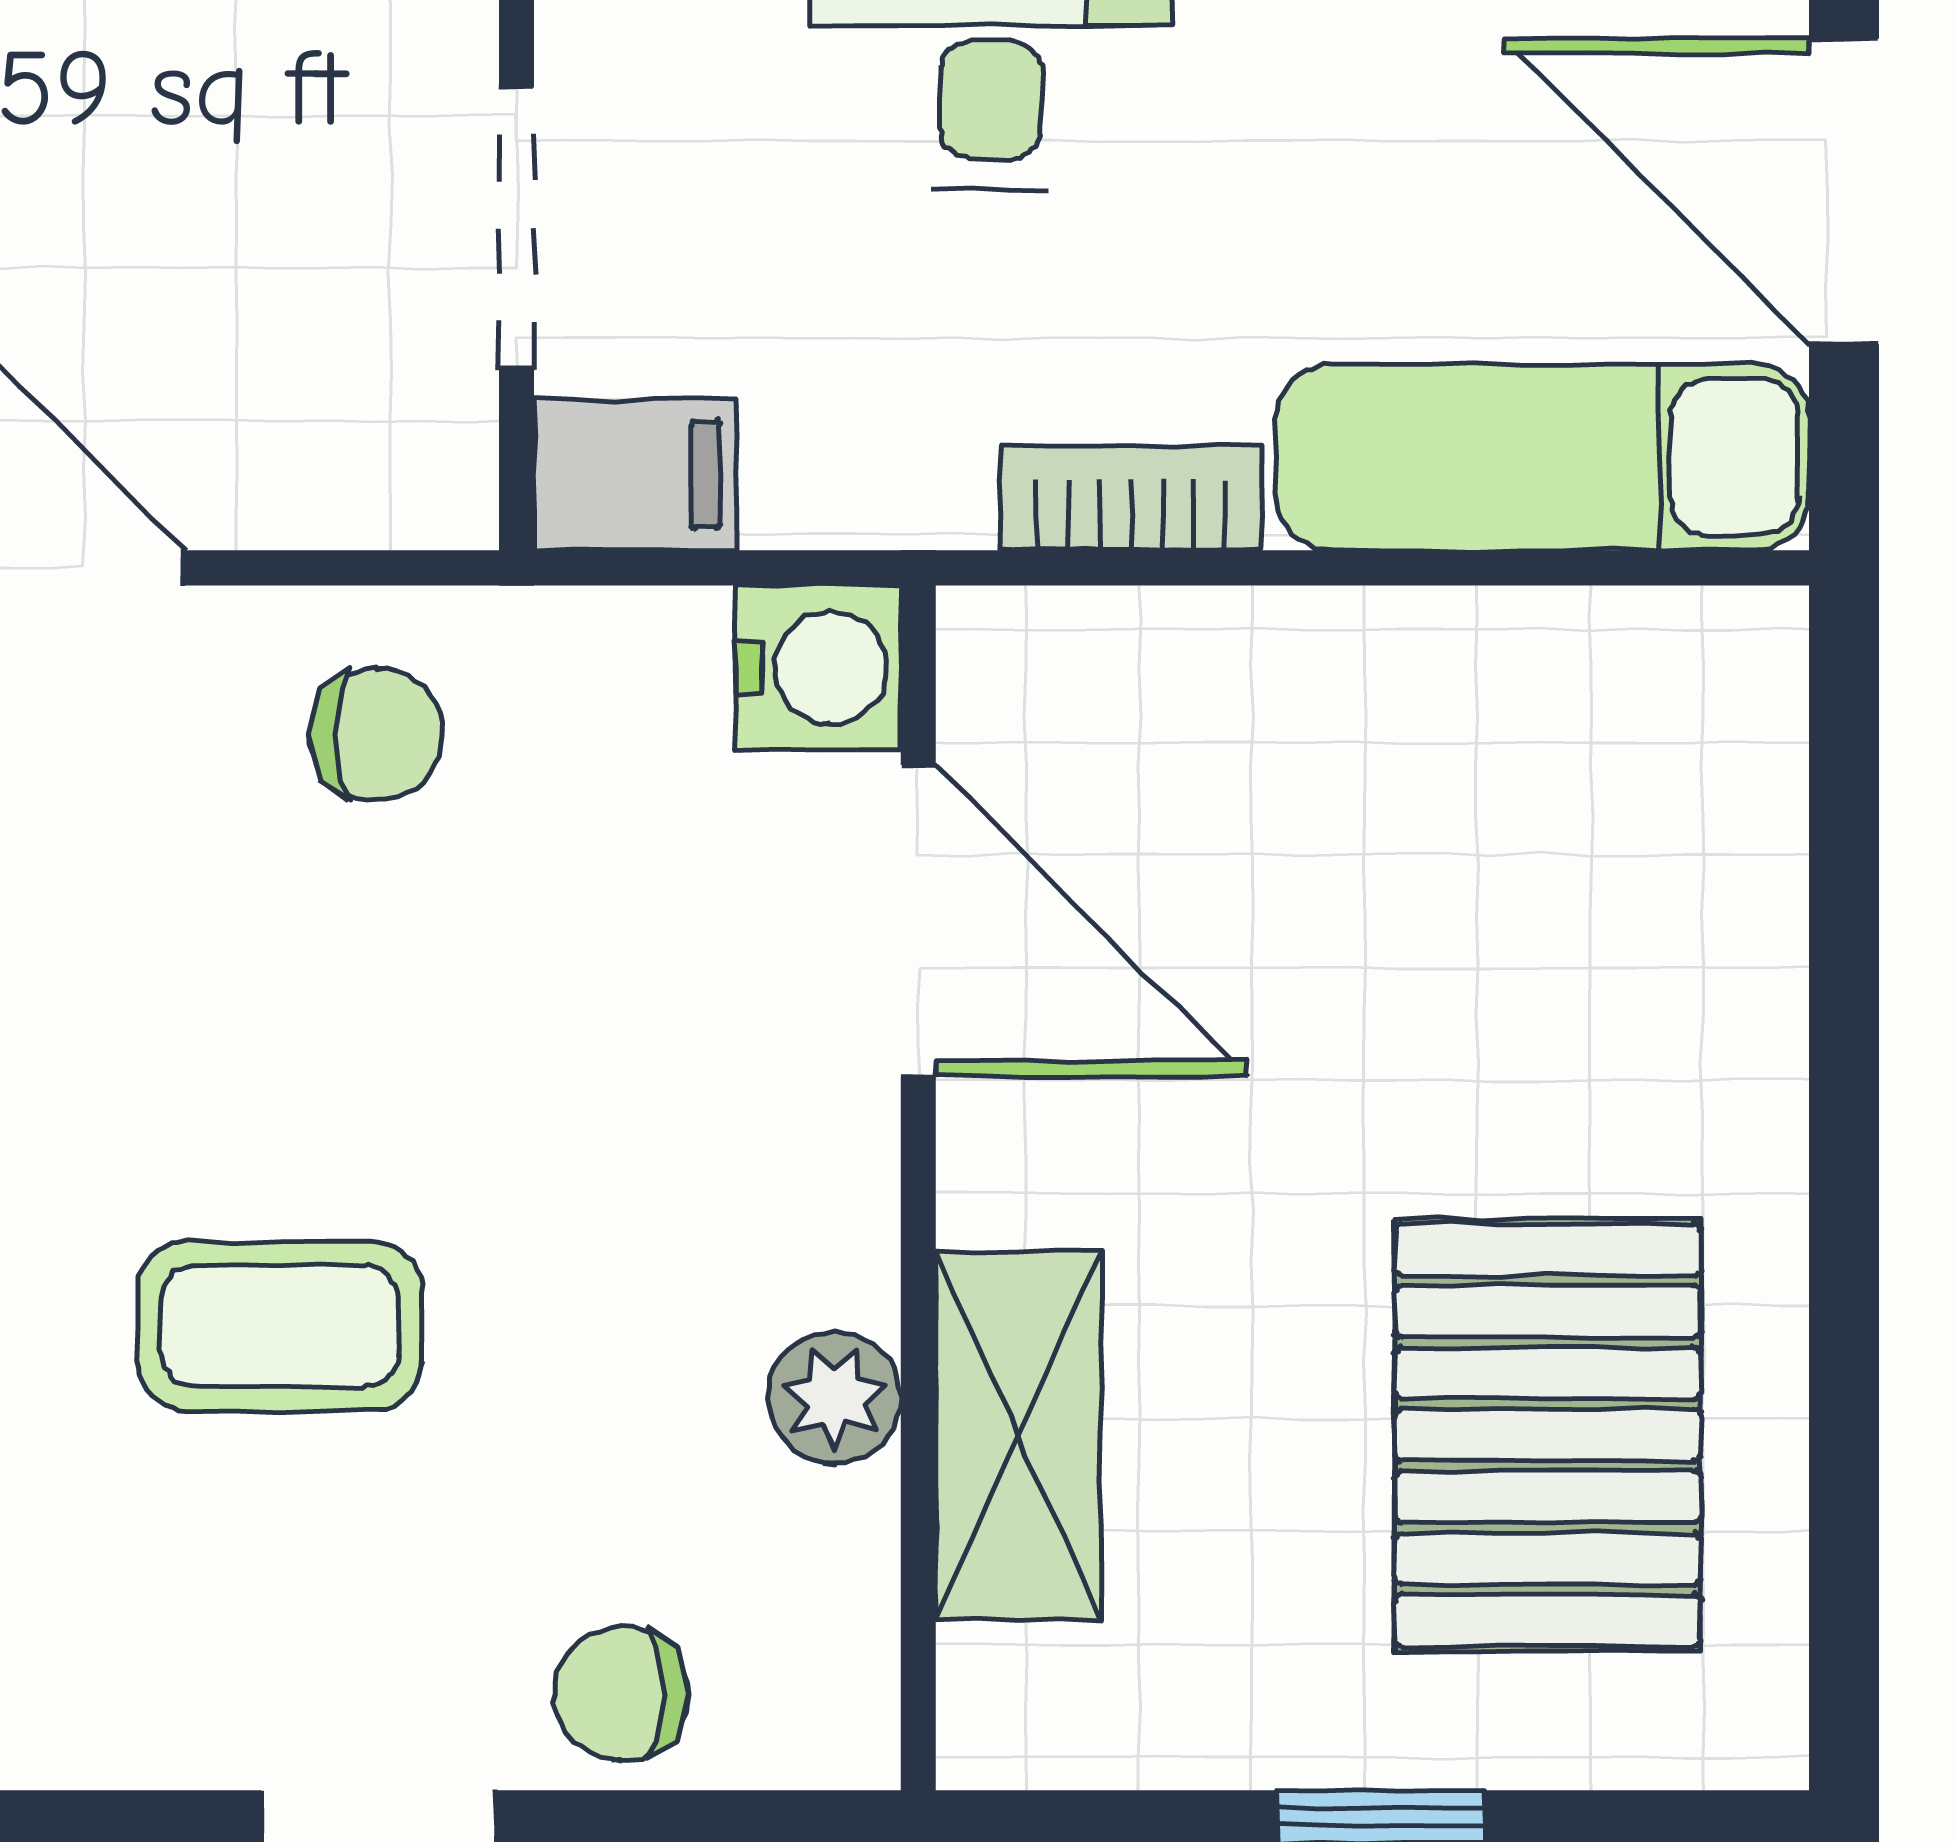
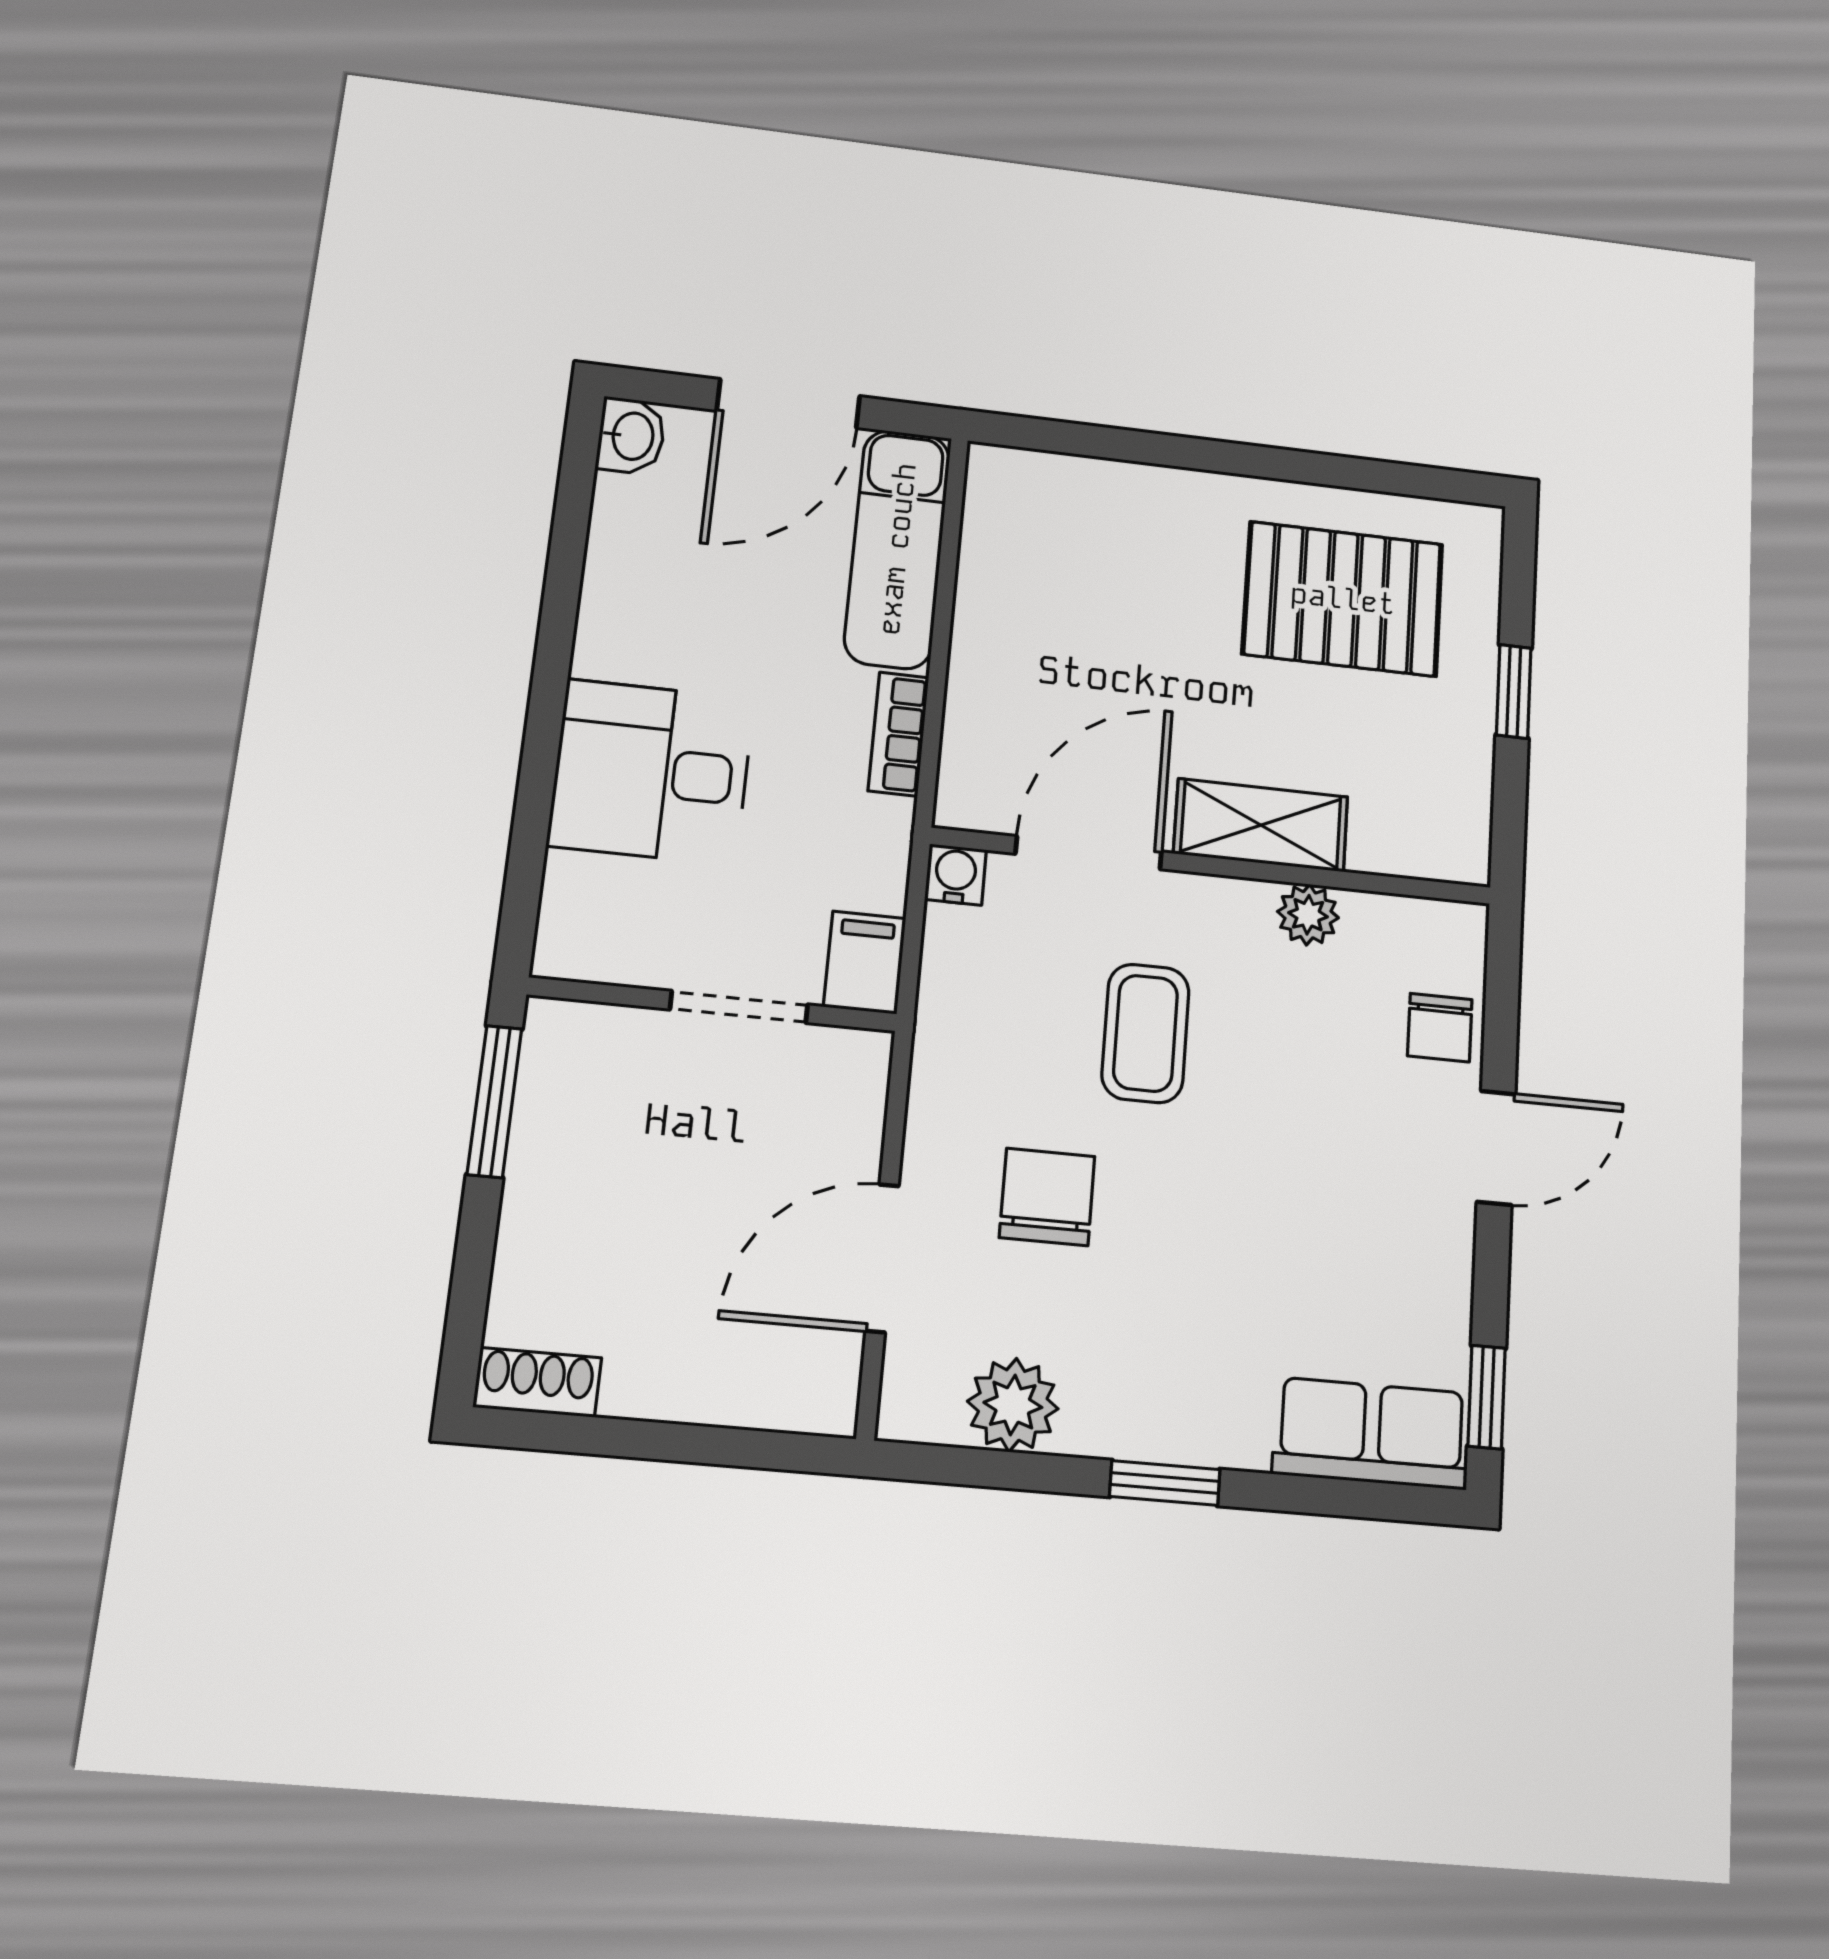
water cooler: (818, 668) -> (956, 875), width x0.72, depth x0.72
chair: (376, 734) -> (1047, 1197), moved, width x1.37, depth x1.37
coffee table: (280, 1326) -> (1146, 1033), moved
shelving: (1019, 1435) -> (1261, 825), moved

